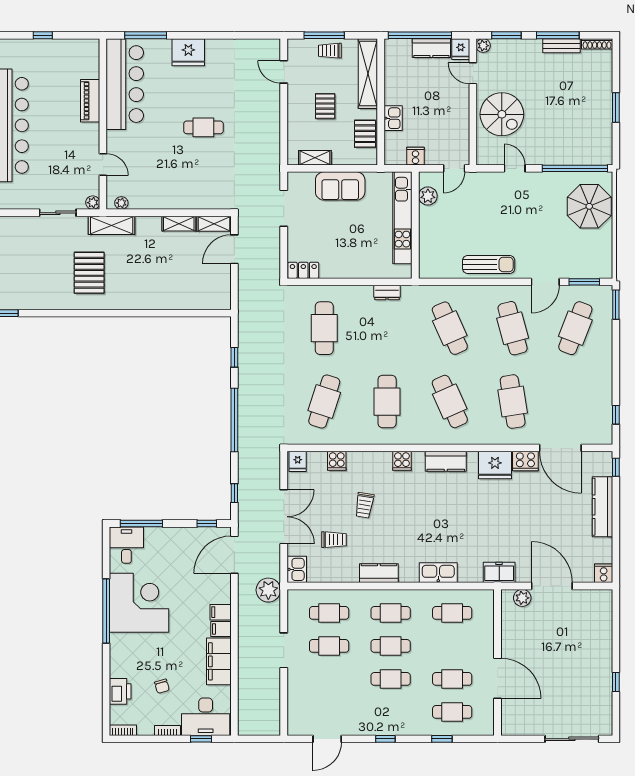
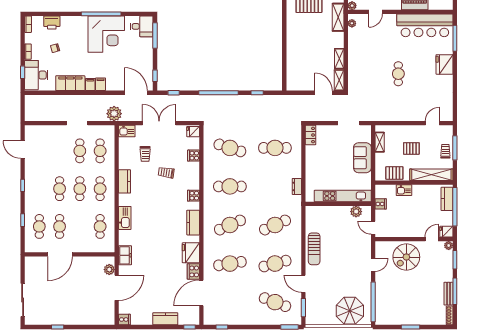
kitchen counter: (431, 48) -> (447, 199), moved
kitchen counter: (603, 507) -> (165, 319), width x0.67
double door: (284, 517) -> (159, 123), swing flipped

